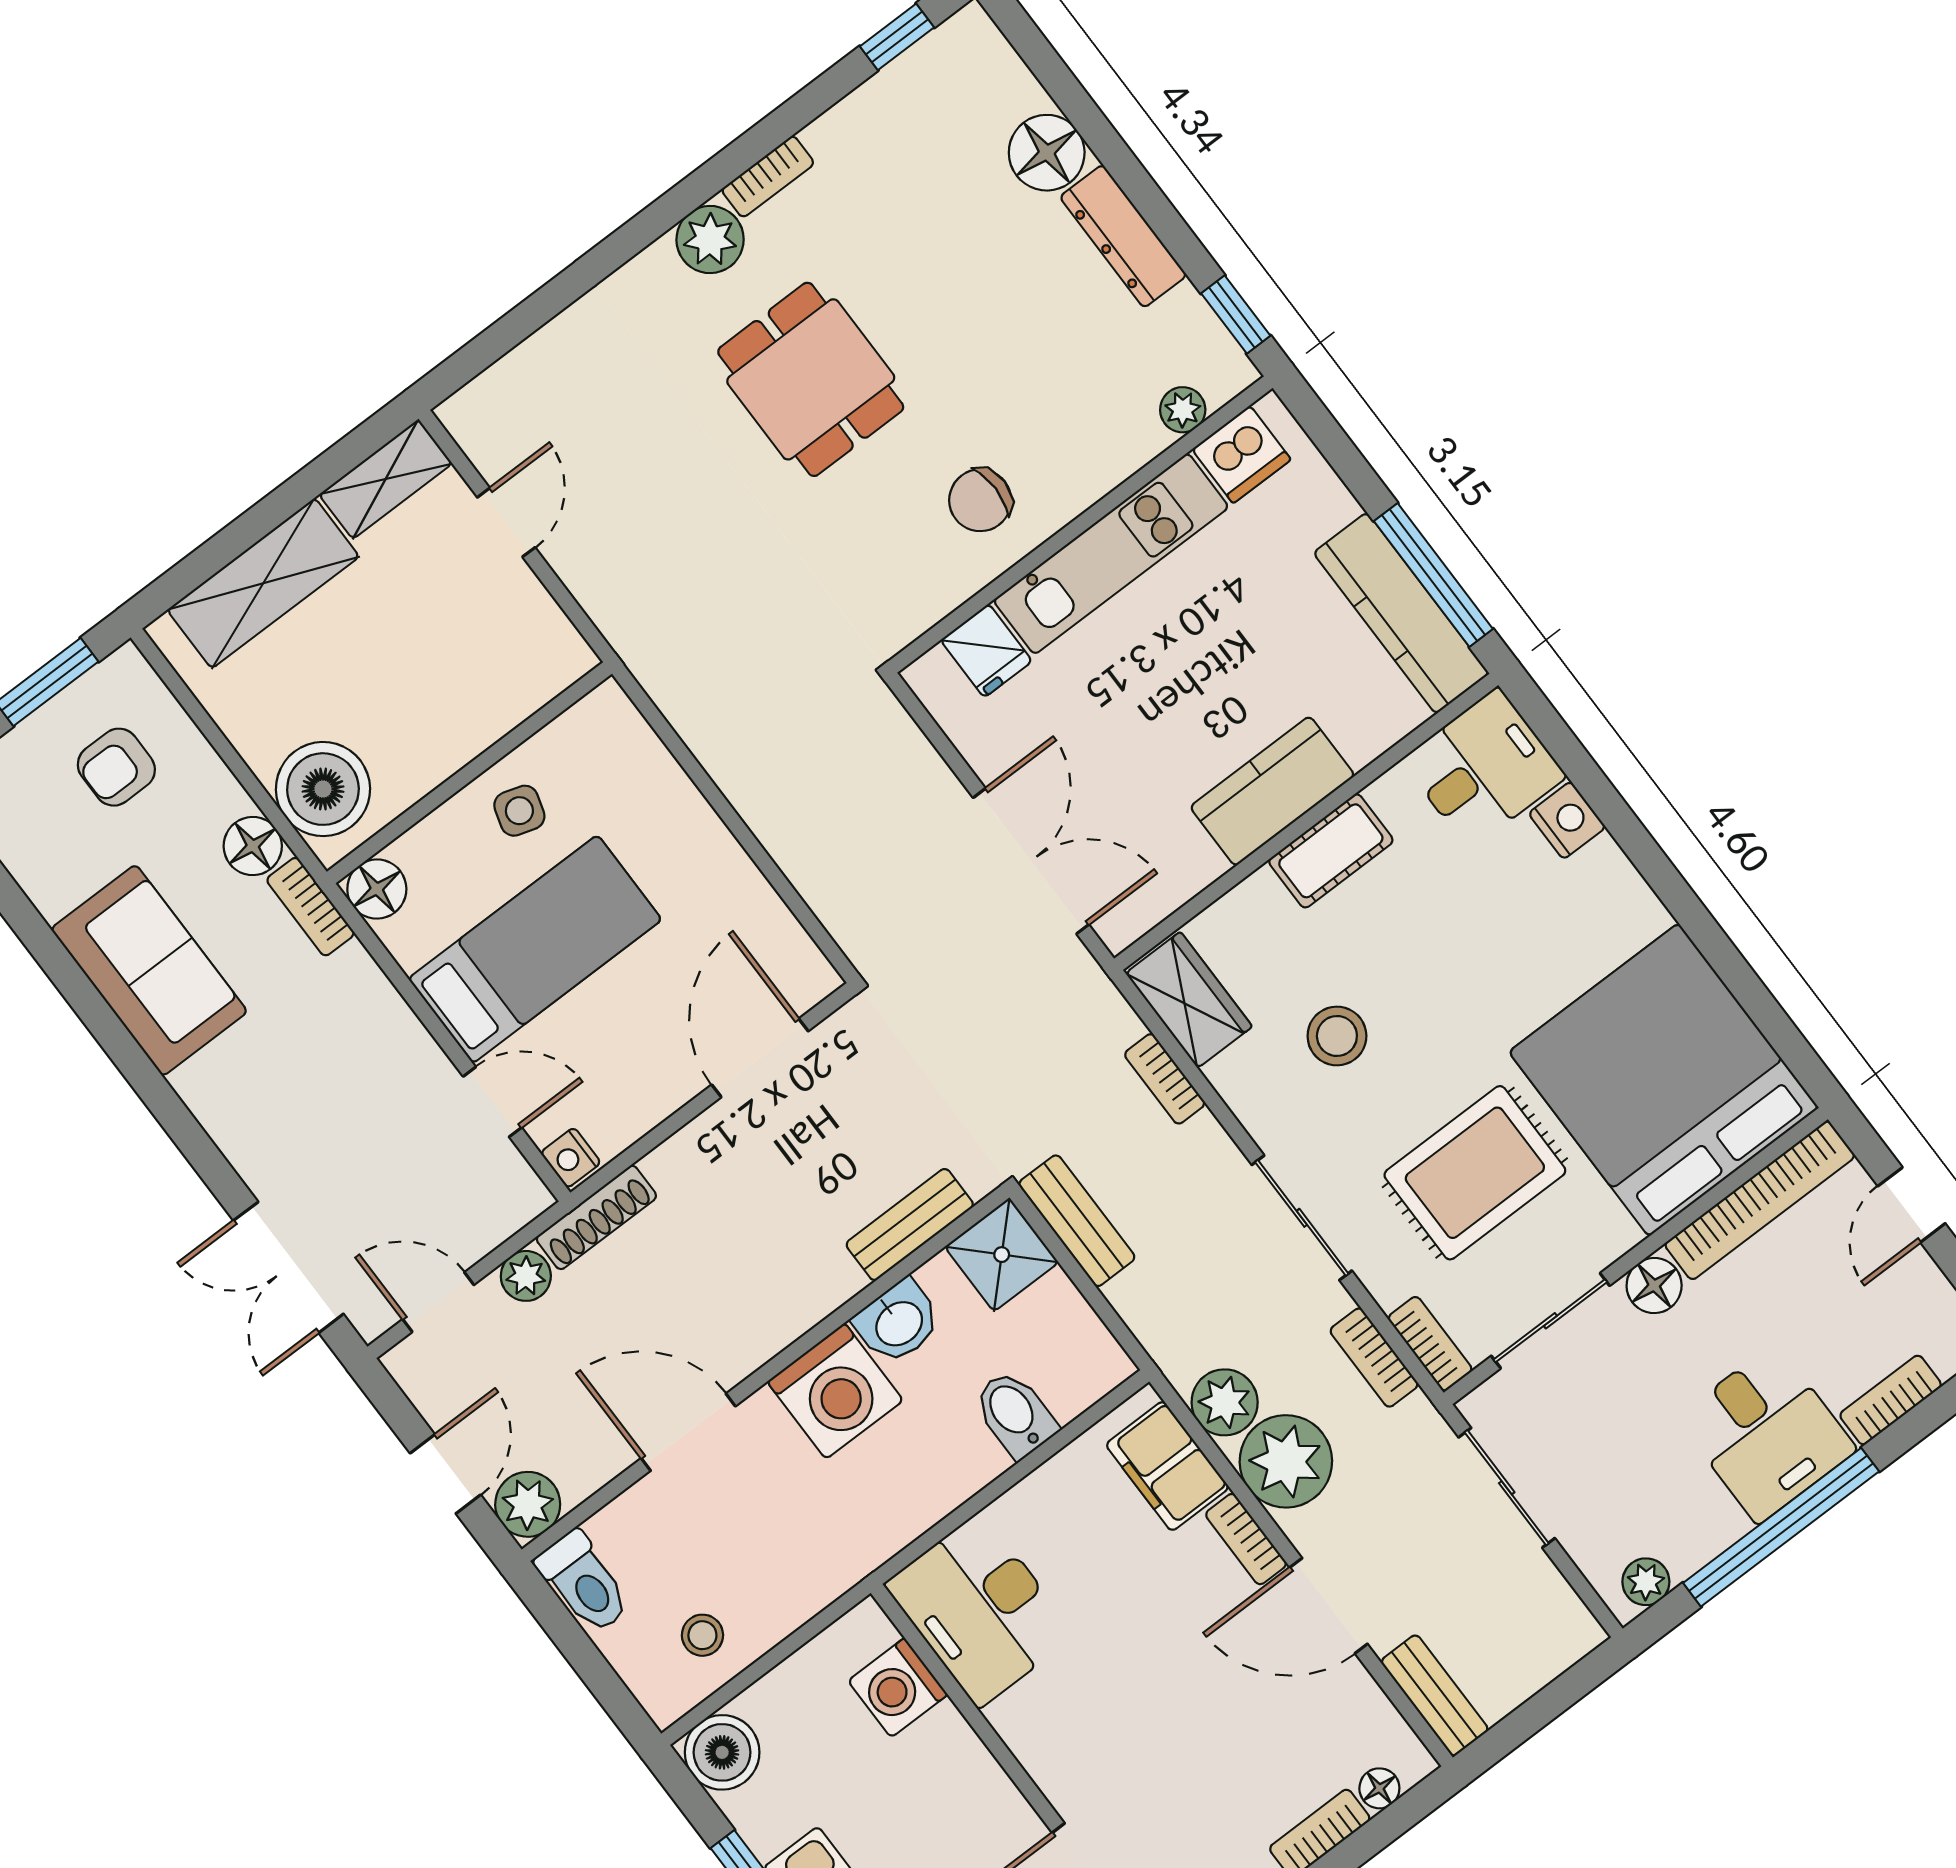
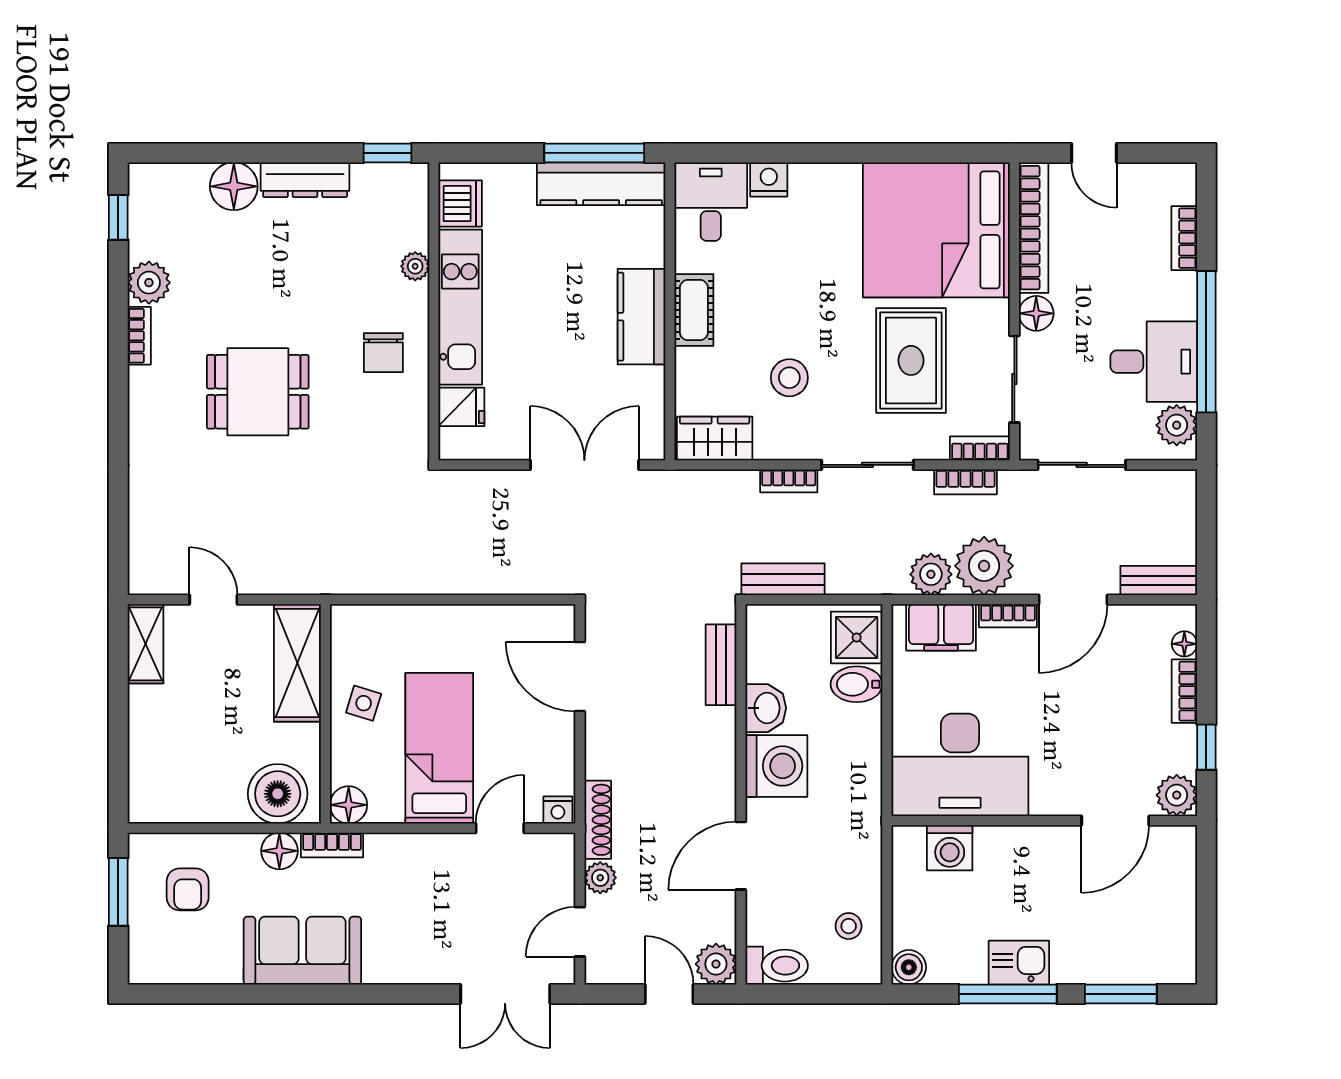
plant: (710, 240) -> (149, 283), moved
plant: (1183, 410) -> (415, 266), moved
shelving: (263, 583) -> (297, 663), moved
bookcase: (1165, 1079) -> (789, 481), moved
shower: (1002, 1255) -> (857, 637), moved
desk: (1767, 1434) -> (1154, 362), moved
plant: (1646, 1582) -> (1177, 425), width x1.38, depth x1.38
desk: (980, 1610) -> (960, 765), width x1.36, depth x1.30
boiler: (722, 1752) -> (909, 967), width x0.73, depth x0.73

